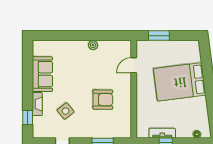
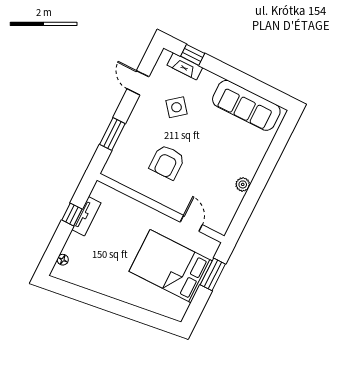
sofa: (42, 74) -> (246, 105), width x1.36
bed: (180, 82) -> (171, 266), moved, turned -83
fireplace: (37, 104) -> (185, 66), moved

